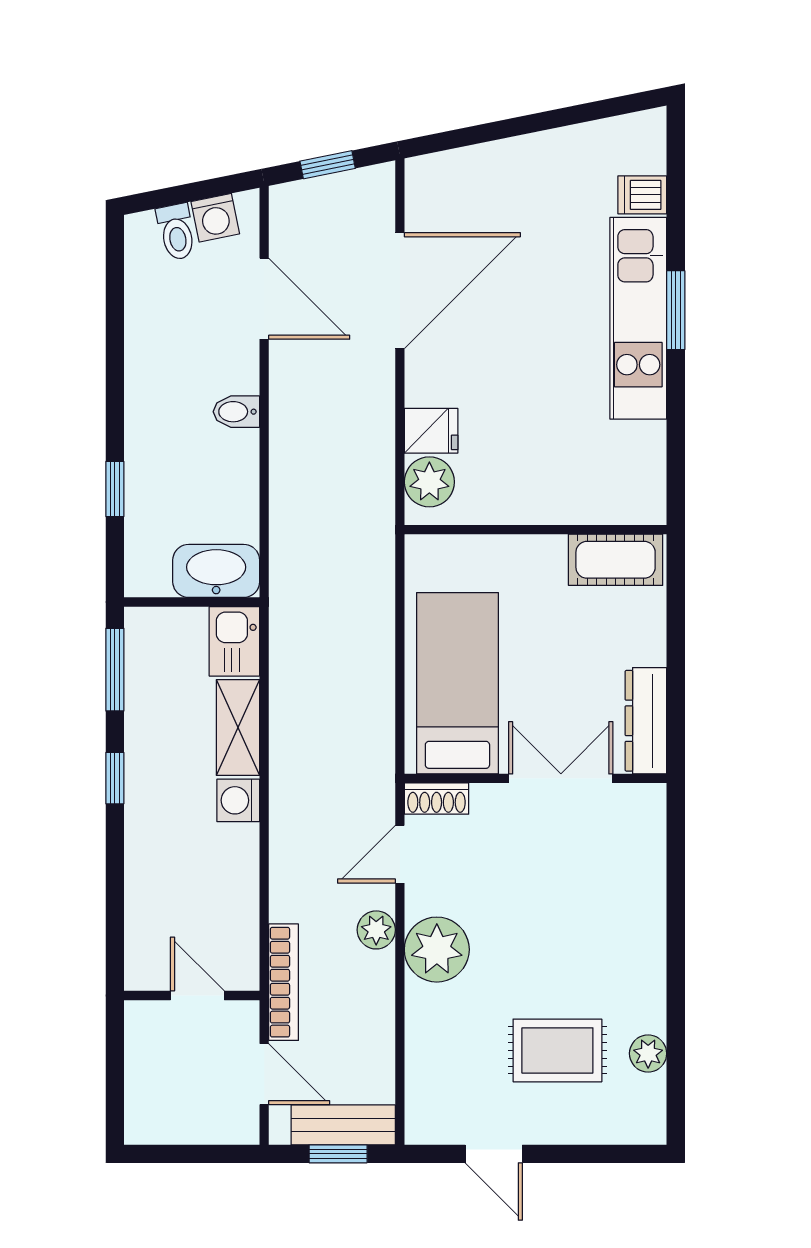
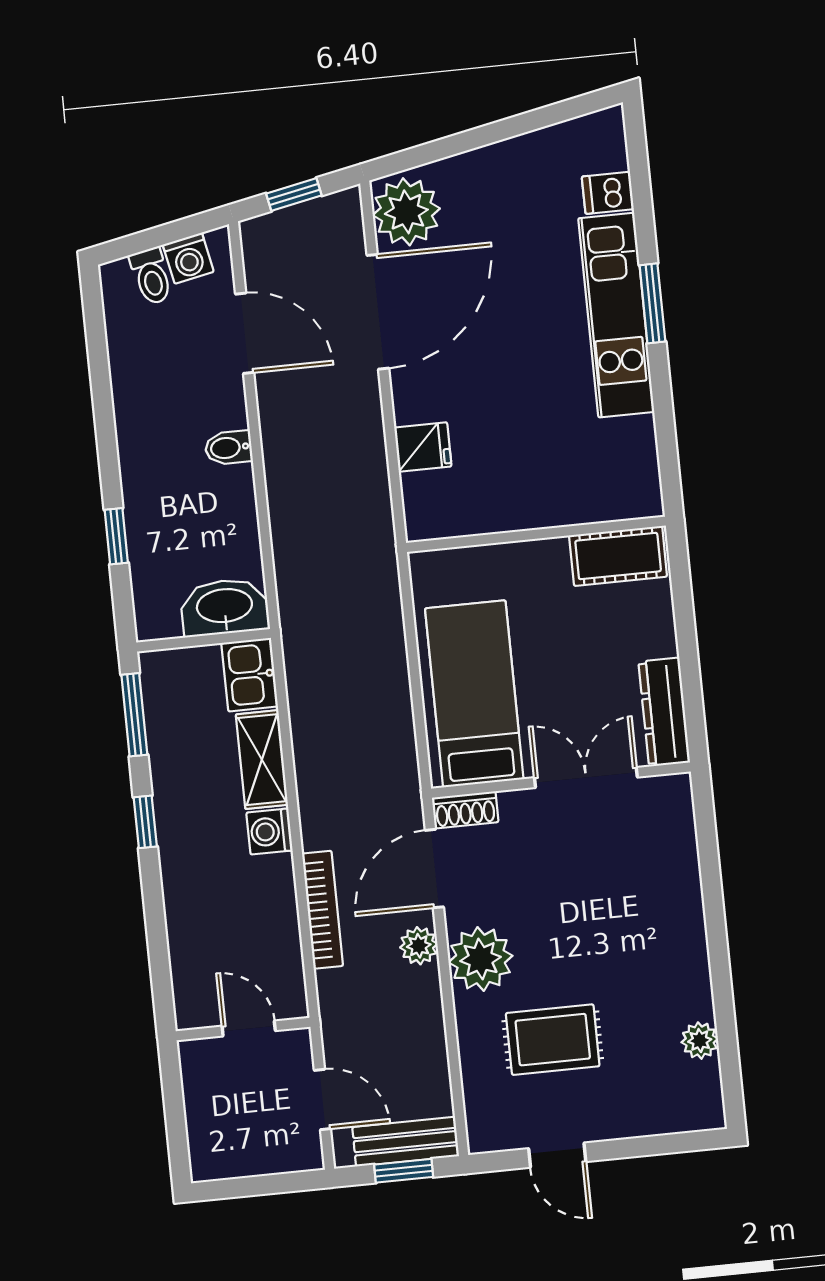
plant: (429, 482) -> (406, 212), moved, width x1.36, depth x1.36
door: (400, 854) -> (434, 869), width x1.38
bookcase: (284, 982) -> (323, 910), moved
rug: (557, 1050) -> (553, 1040), moved

